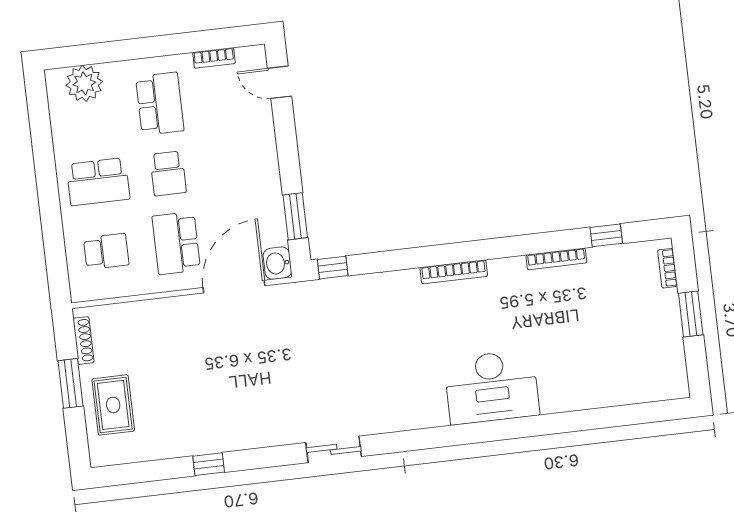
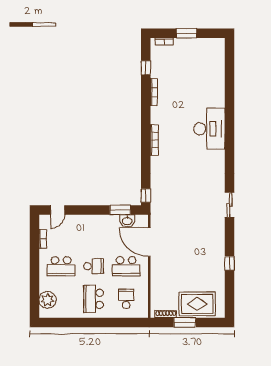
school desk: (160, 104) -> (61, 266), turned 180
school desk: (98, 182) -> (94, 299), turned 180
washbasin: (277, 263) -> (127, 221), moved
rug: (113, 405) -> (197, 304), width x1.36, depth x1.43

